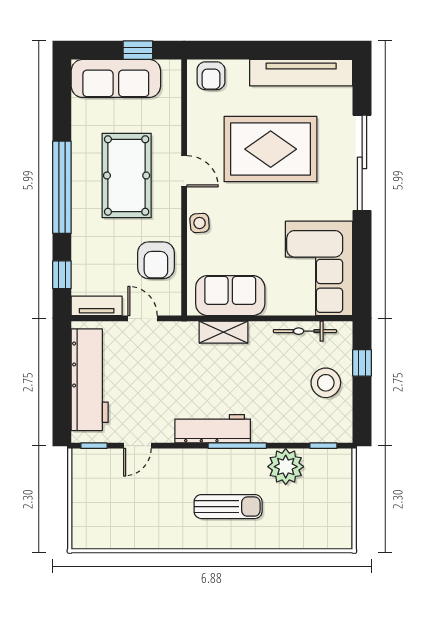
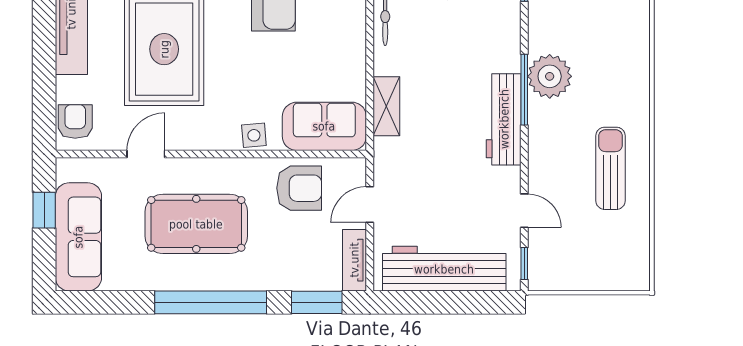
armchair: (211, 76) -> (75, 121), turned -90
door: (184, 171) -> (146, 154), moved
window: (62, 275) -> (317, 302), width x1.50
sofa: (230, 296) -> (324, 126), moved, turned 90
plant: (286, 467) -> (550, 76), moved
sun lounger: (228, 507) -> (611, 168), moved

